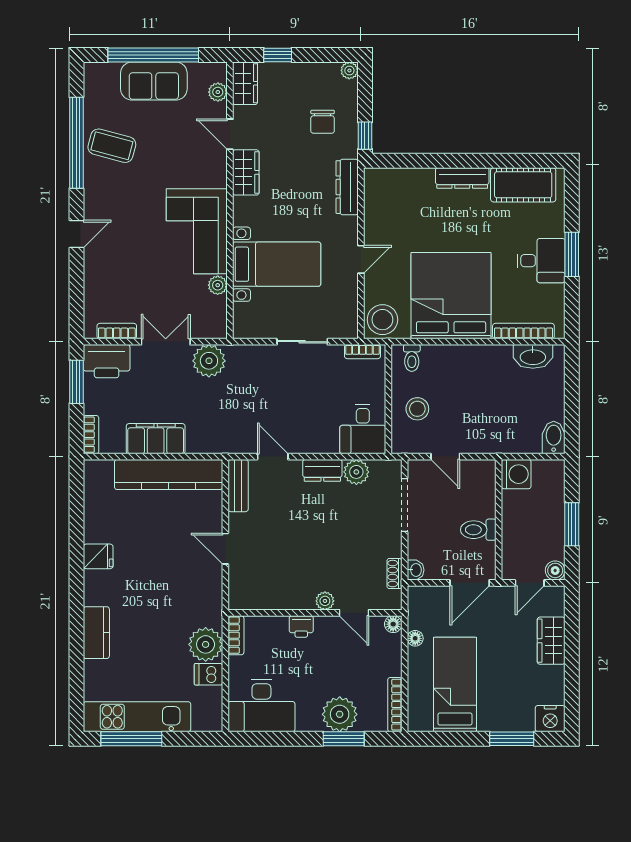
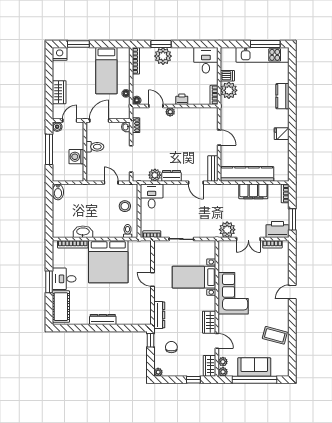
window: (76, 143) -> (292, 337), removed
cot: (523, 185) -> (61, 307), moved, turned 90
door: (361, 259) -> (153, 279), hinge flipped
plant: (218, 285) -> (223, 372), moved
stool: (382, 320) -> (142, 250), removed
washbasin: (533, 356) -> (83, 232), moved
washing machine: (516, 474) -> (76, 157), moved
window: (572, 524) -> (49, 149), width x1.44
desk: (261, 706) -> (206, 60), width x0.73

